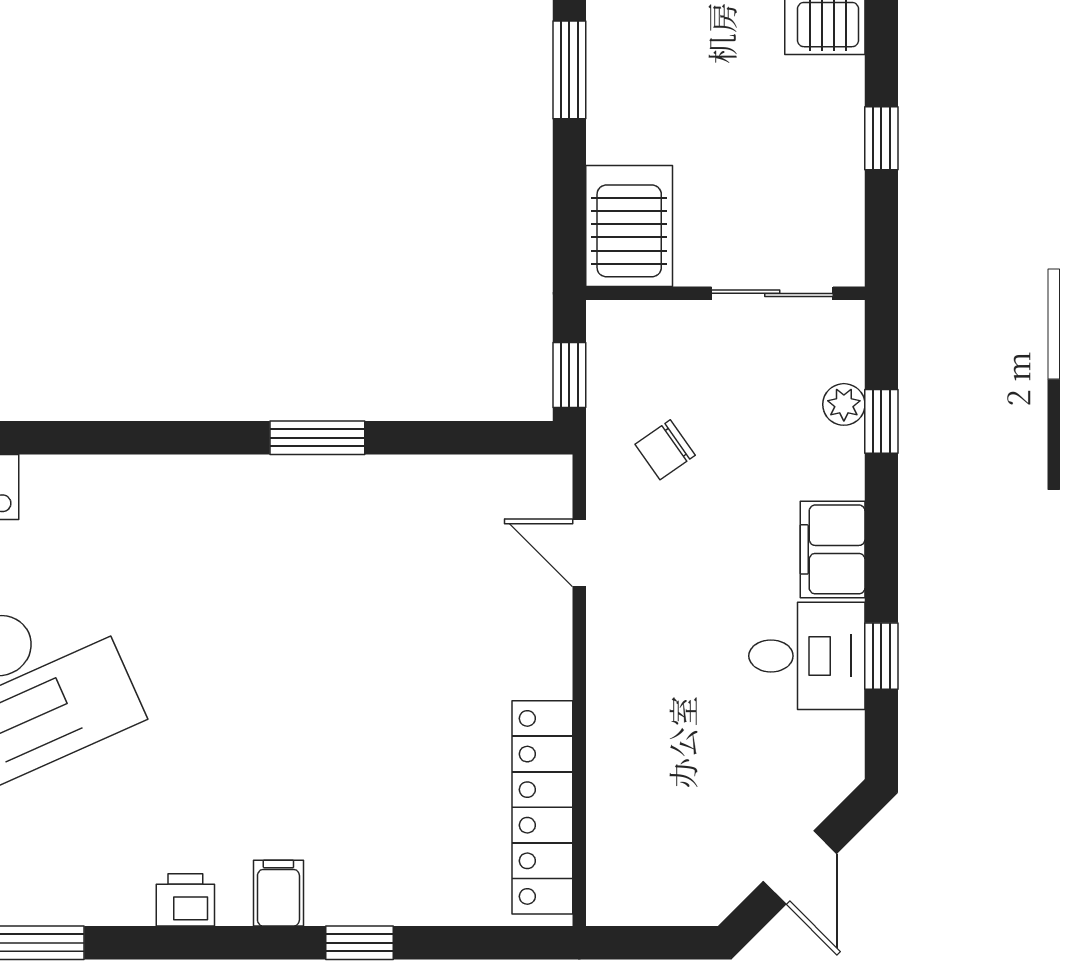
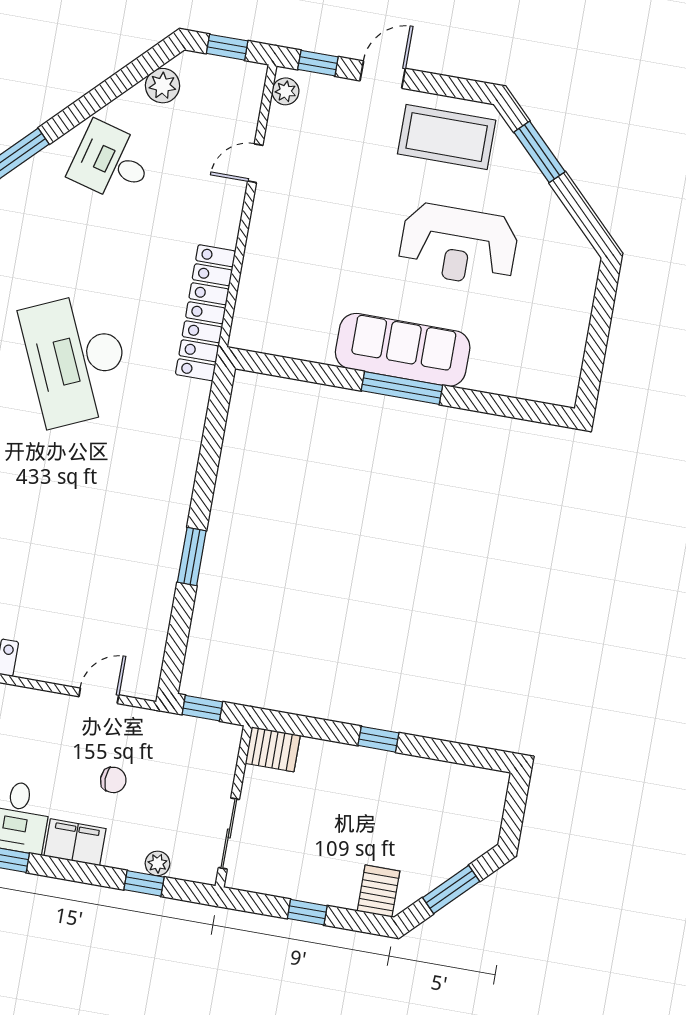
window: (569, 70) -> (378, 739), width x0.67
server rack: (629, 226) -> (273, 749), width x0.73, depth x0.70
chair: (665, 450) -> (113, 780), moved, turned 125

